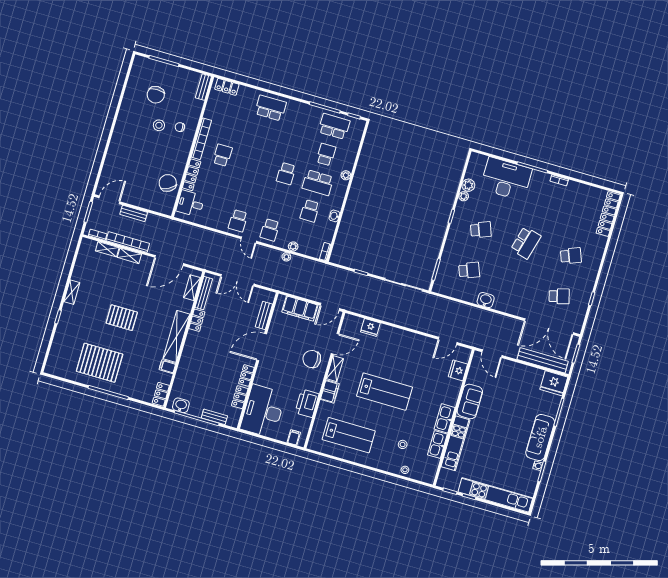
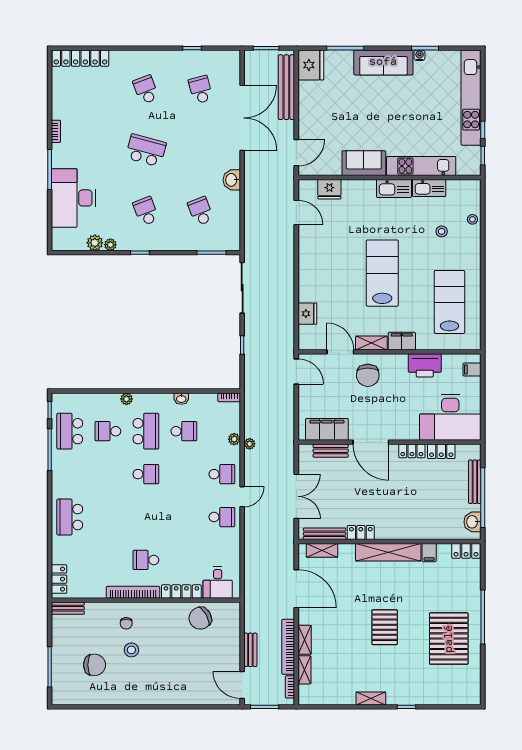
filing cabinet: (300, 309) -> (327, 429), moved, turned -90
double door: (549, 327) -> (242, 118), moved
bench: (214, 417) -> (475, 482), width x1.36

